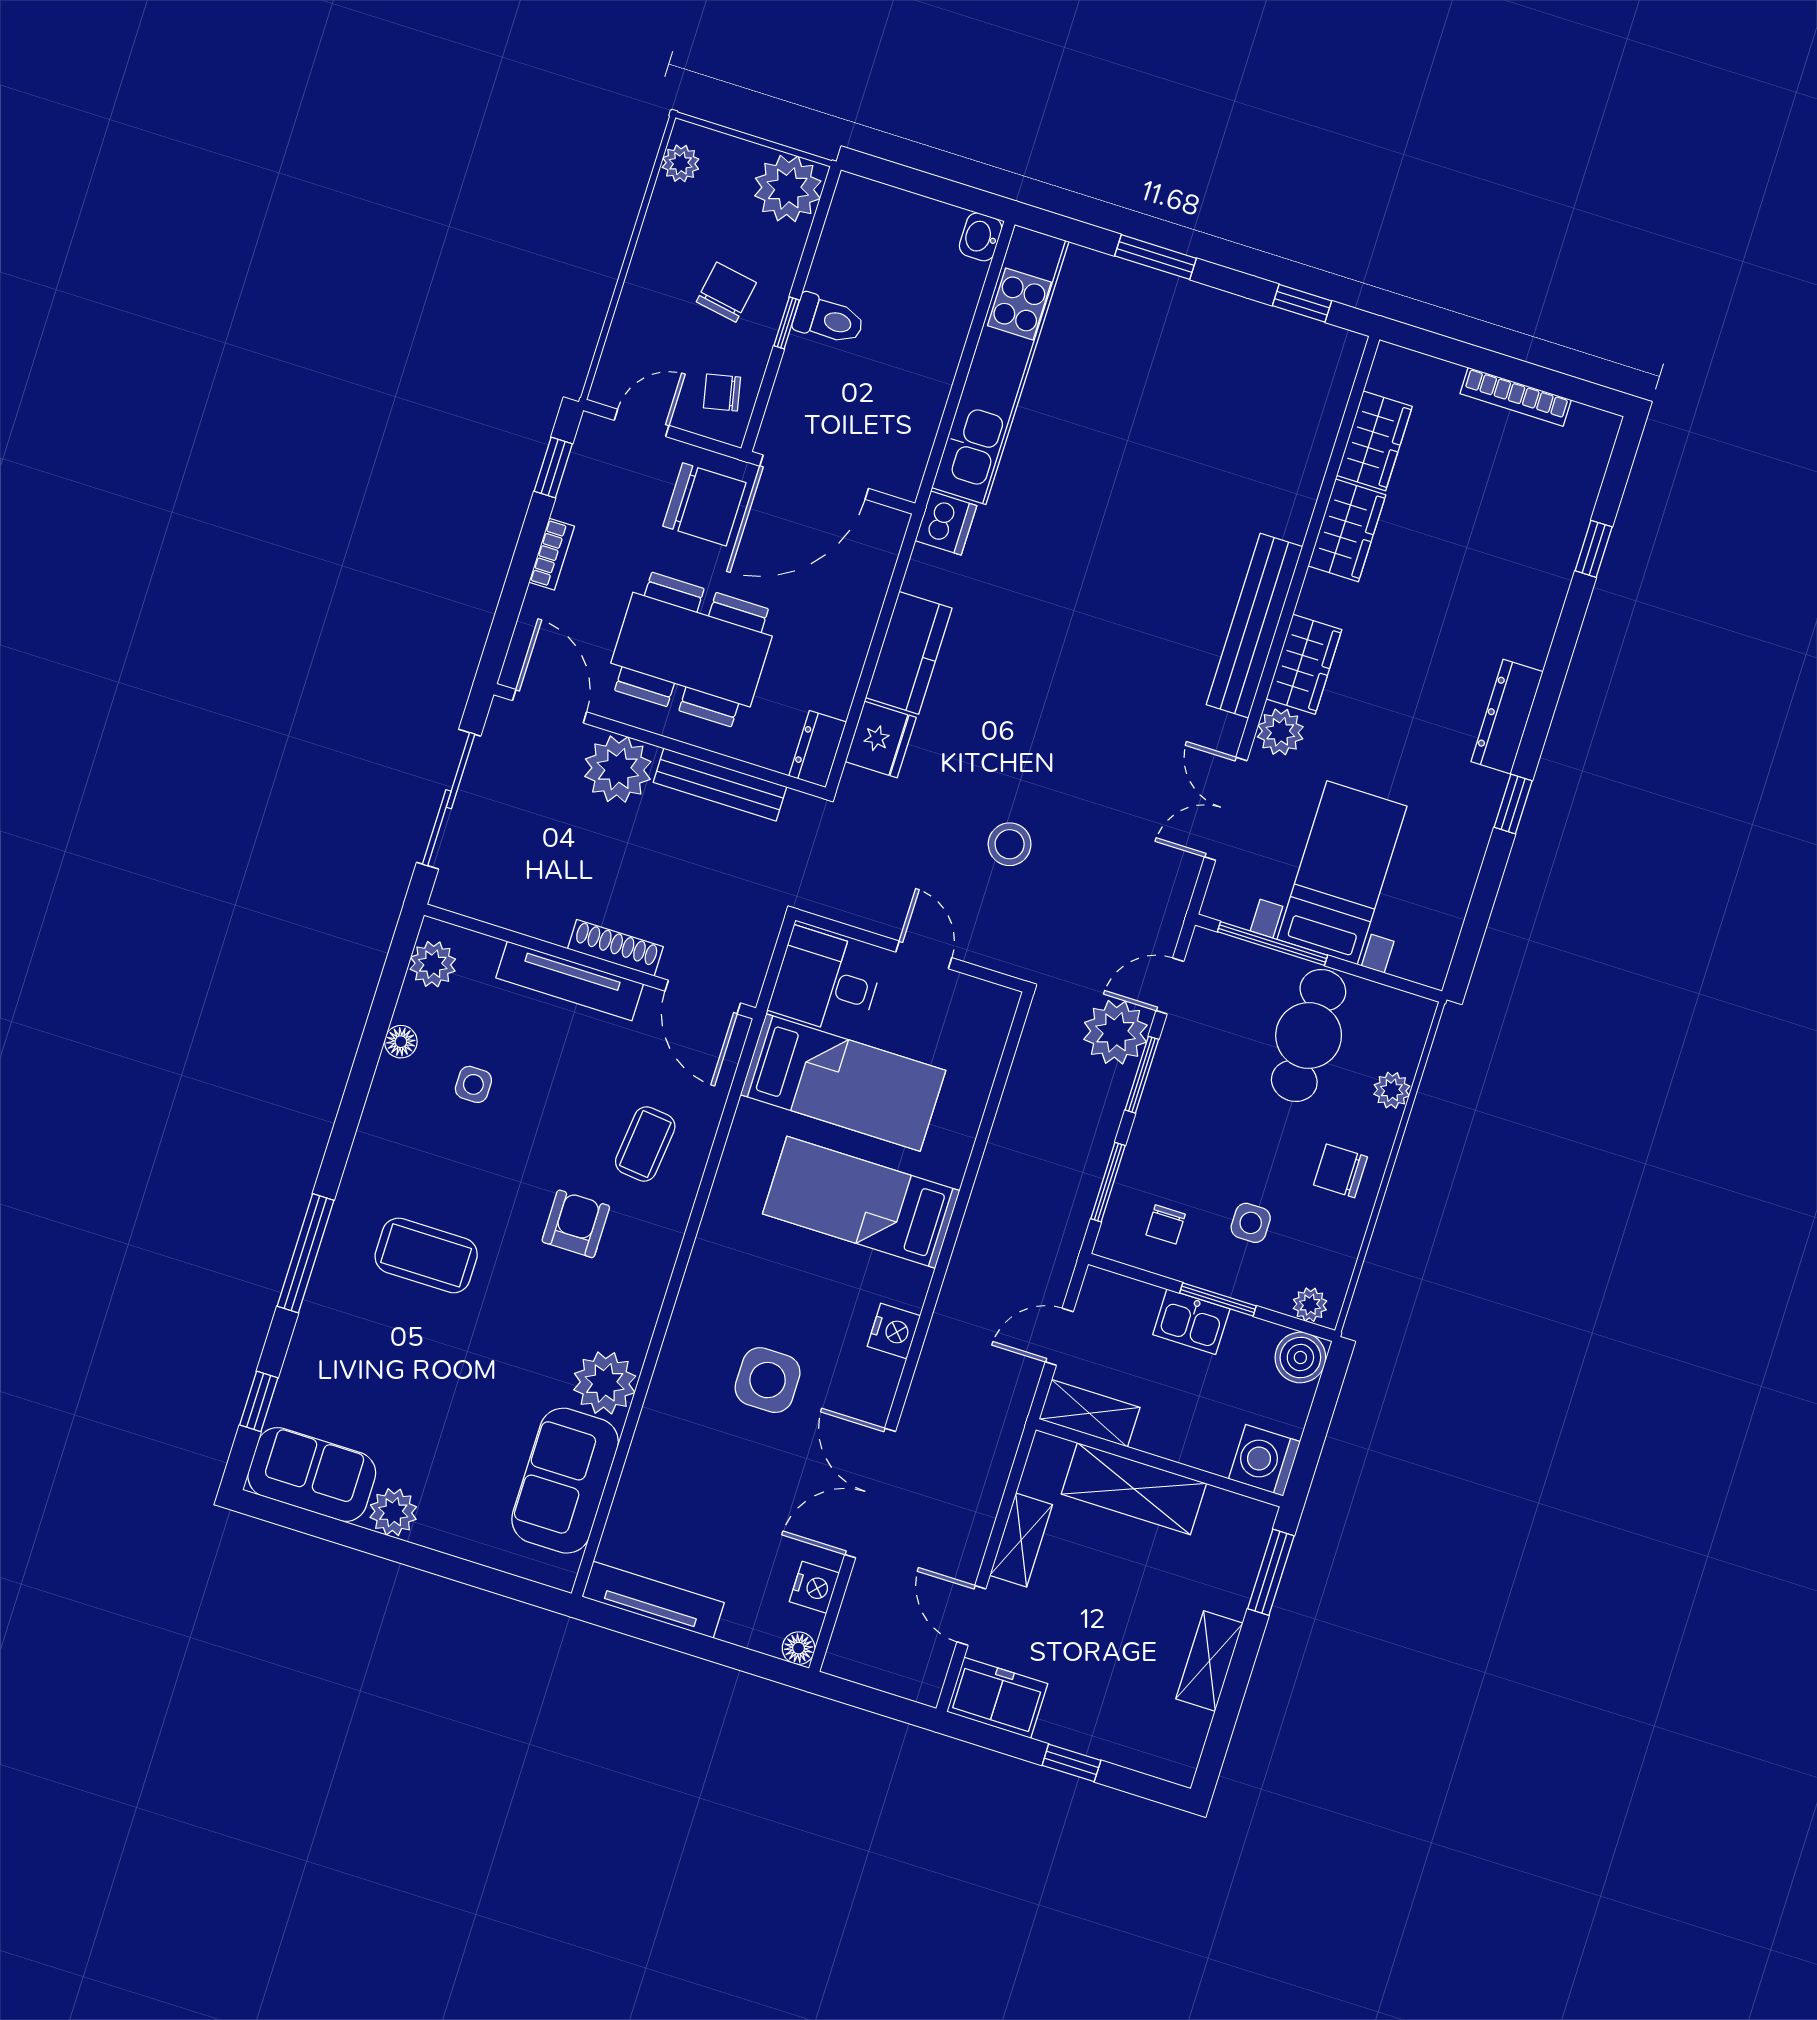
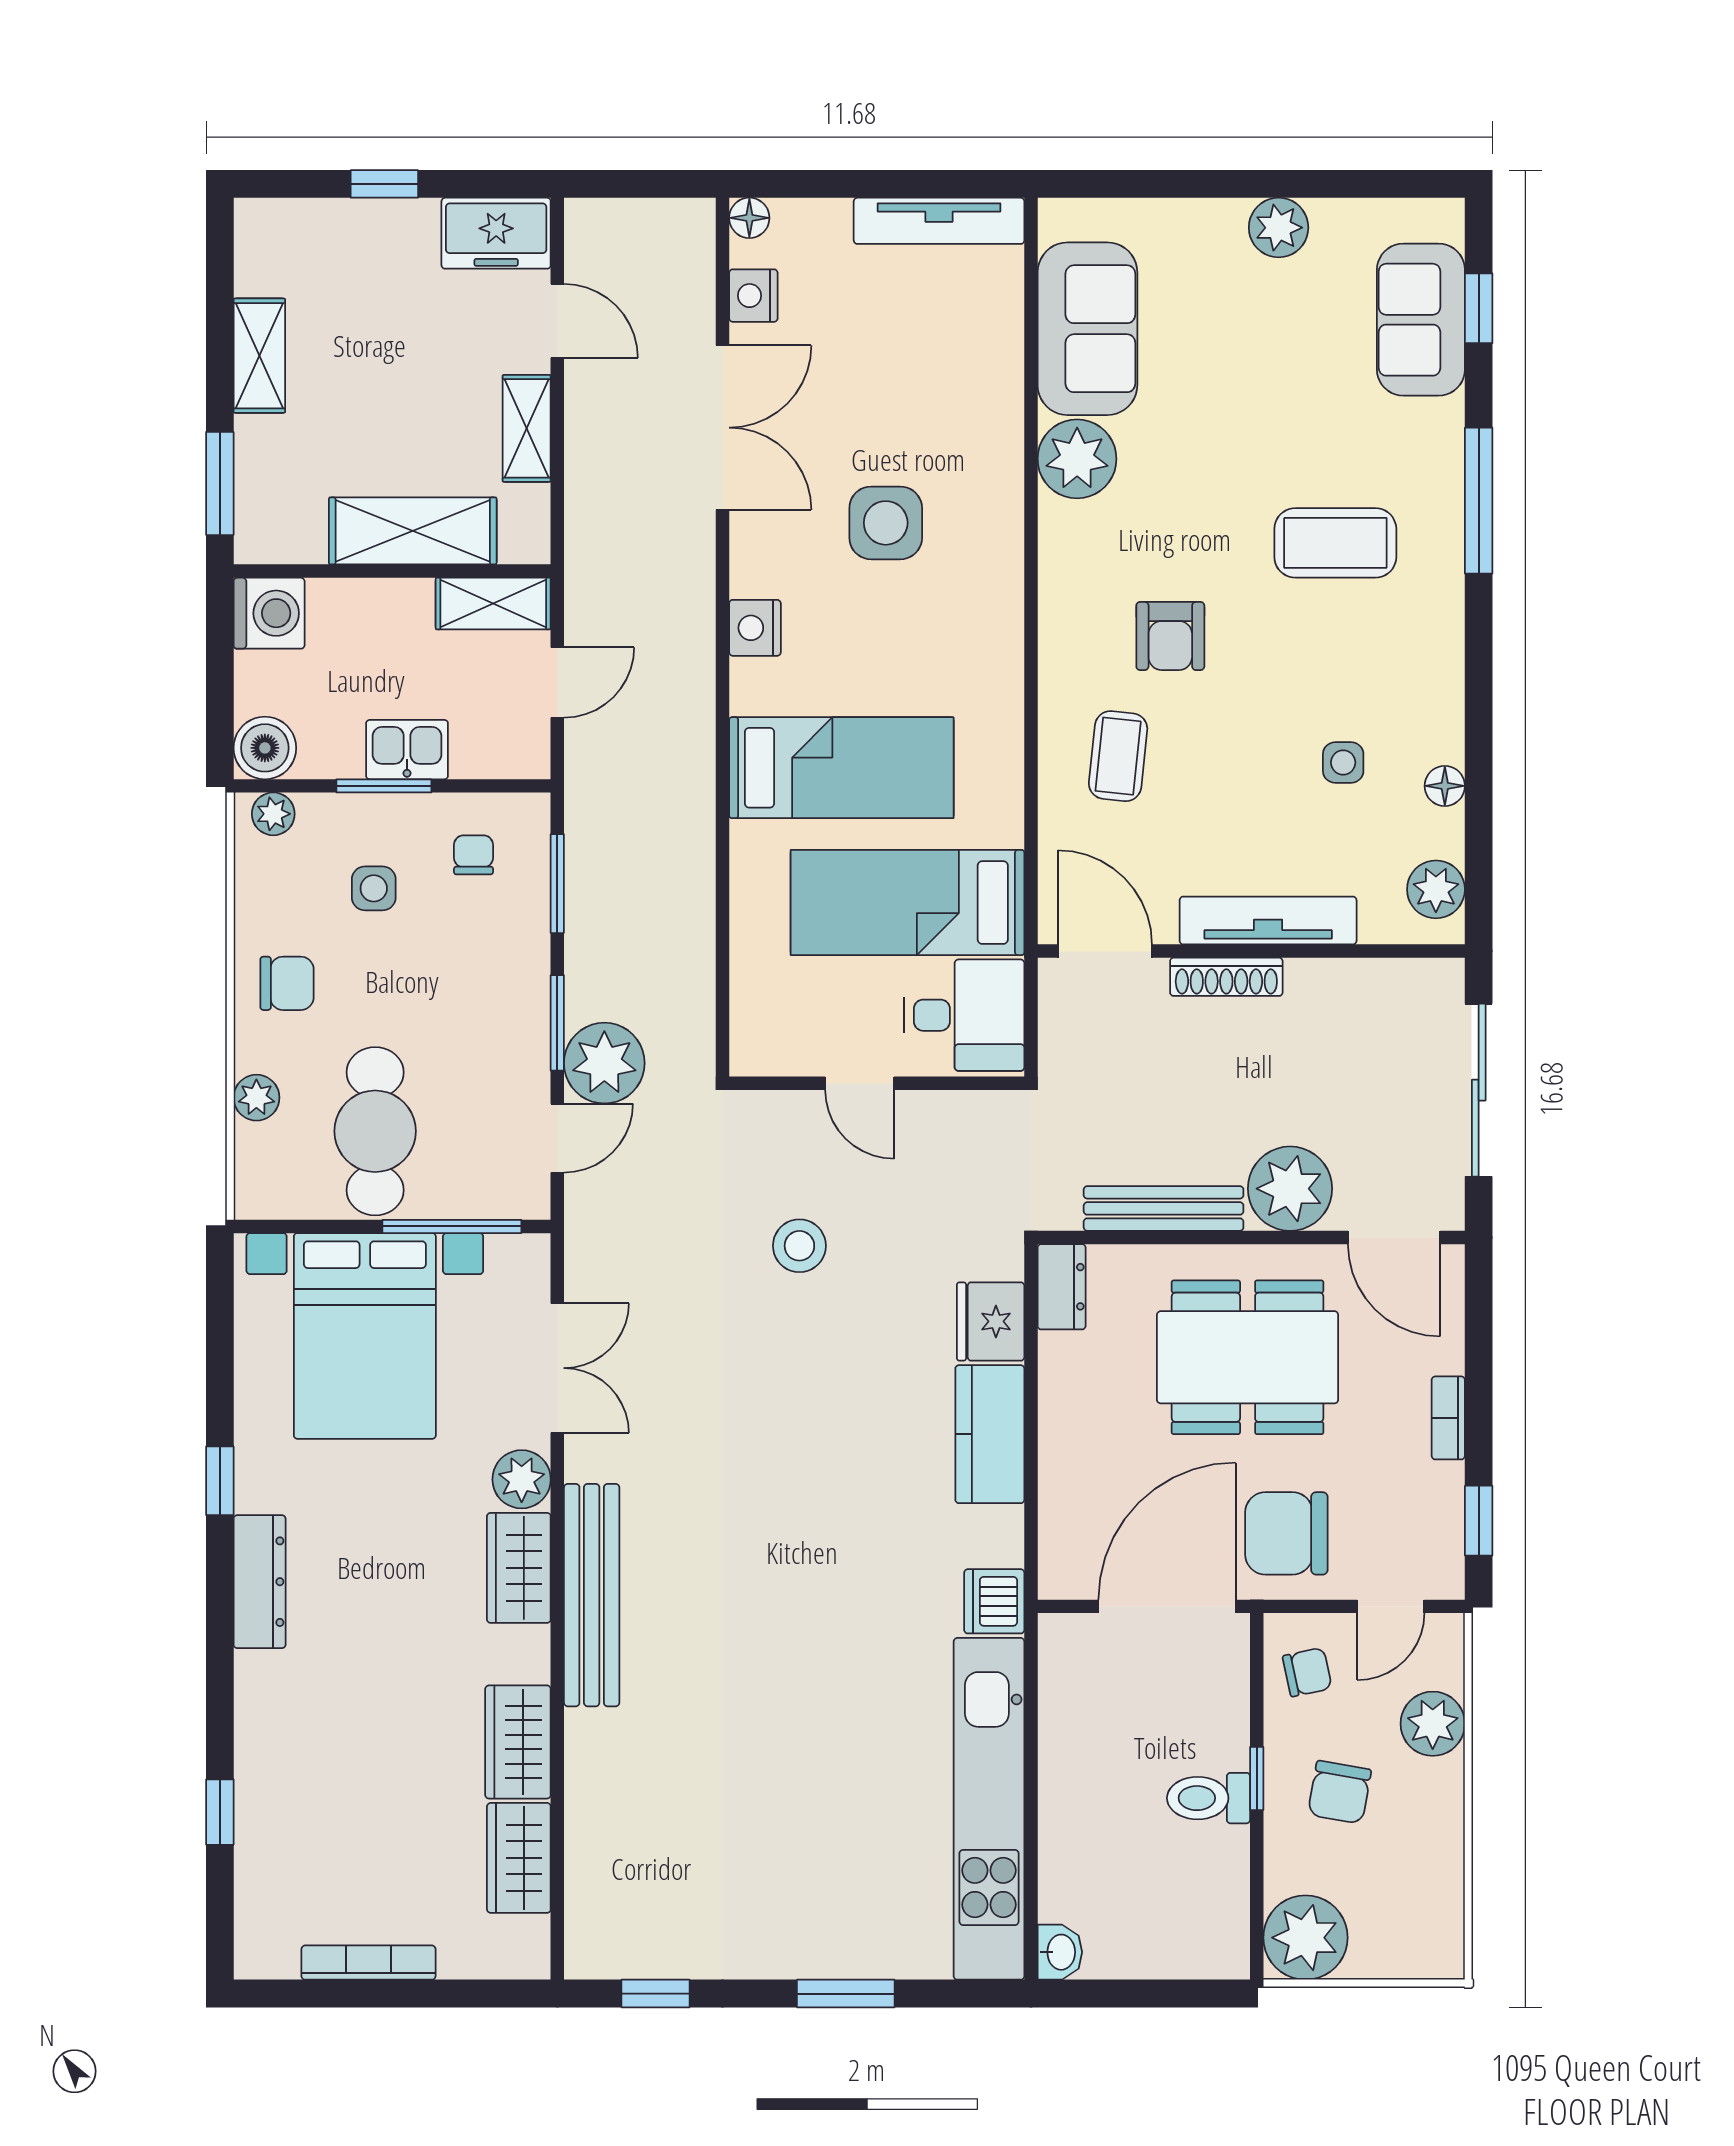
plant: (681, 163) -> (1433, 1724), moved, width x1.38, depth x1.38
bed with nightstands: (1342, 873) -> (365, 1336), width x1.36
sofa: (312, 1474) -> (1421, 320), moved, turned 90

